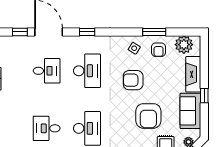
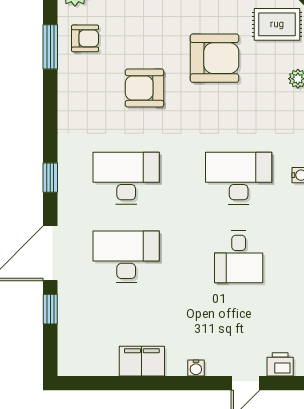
side table: (134, 48) -> (82, 86), removed
desk: (47, 71) -> (126, 257), width x1.37
armchair: (133, 80) -> (144, 88), turned 90

